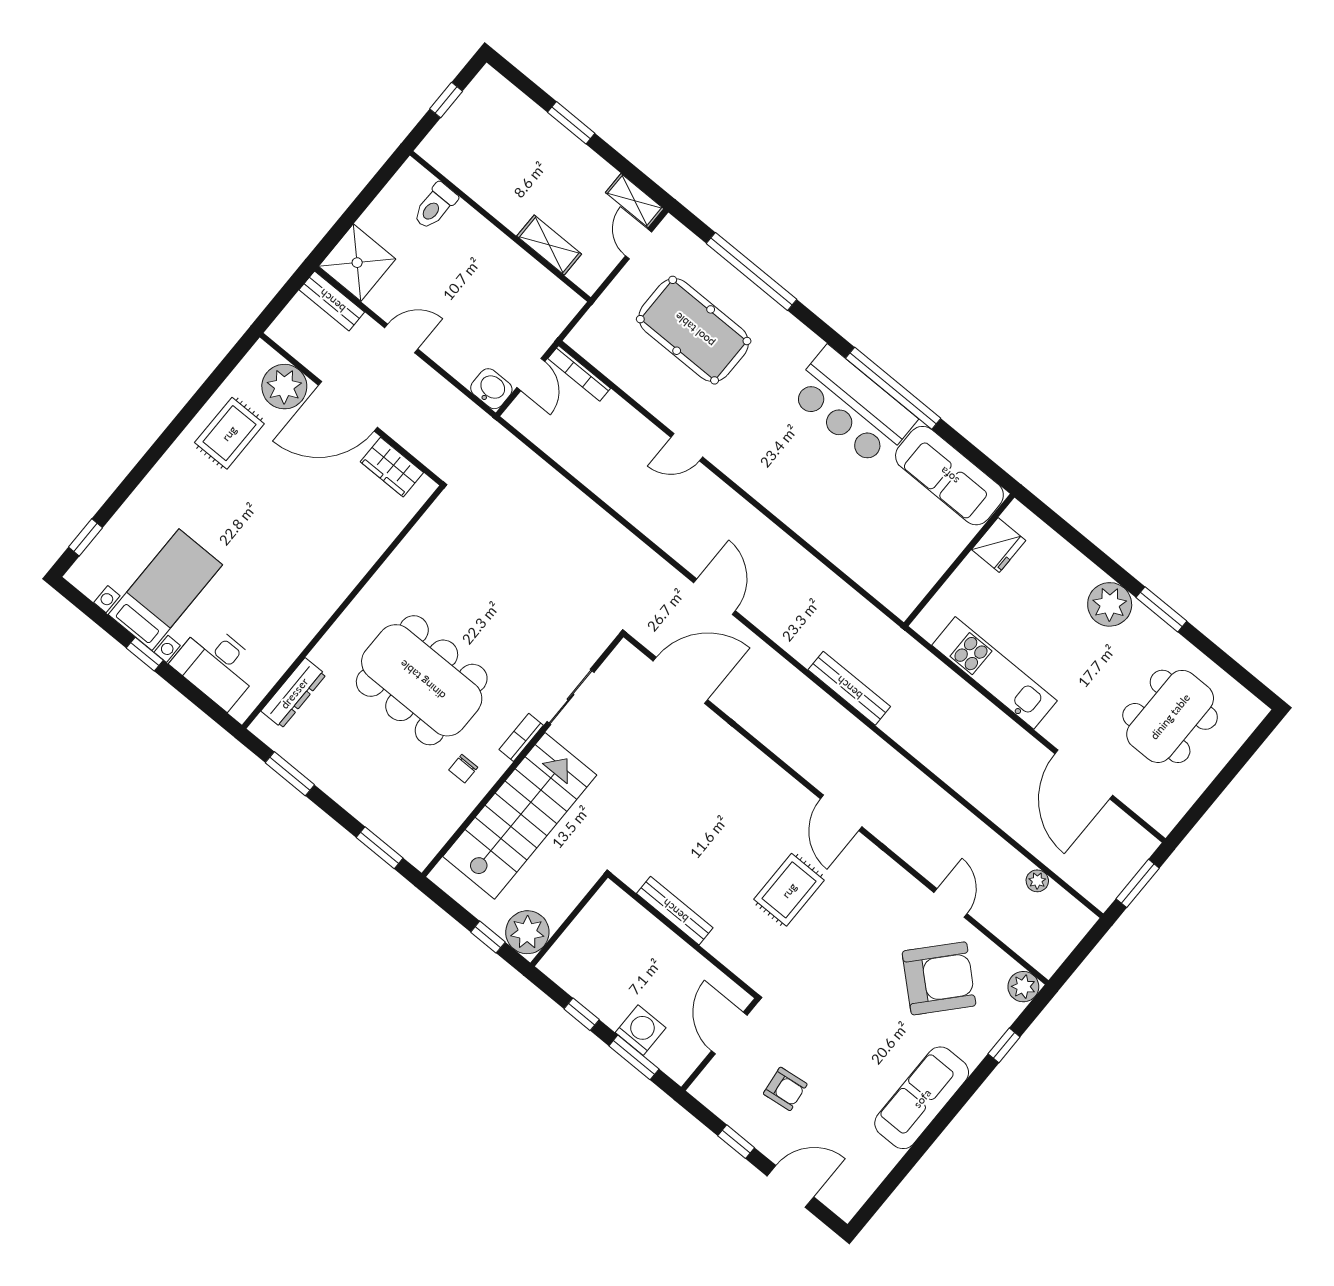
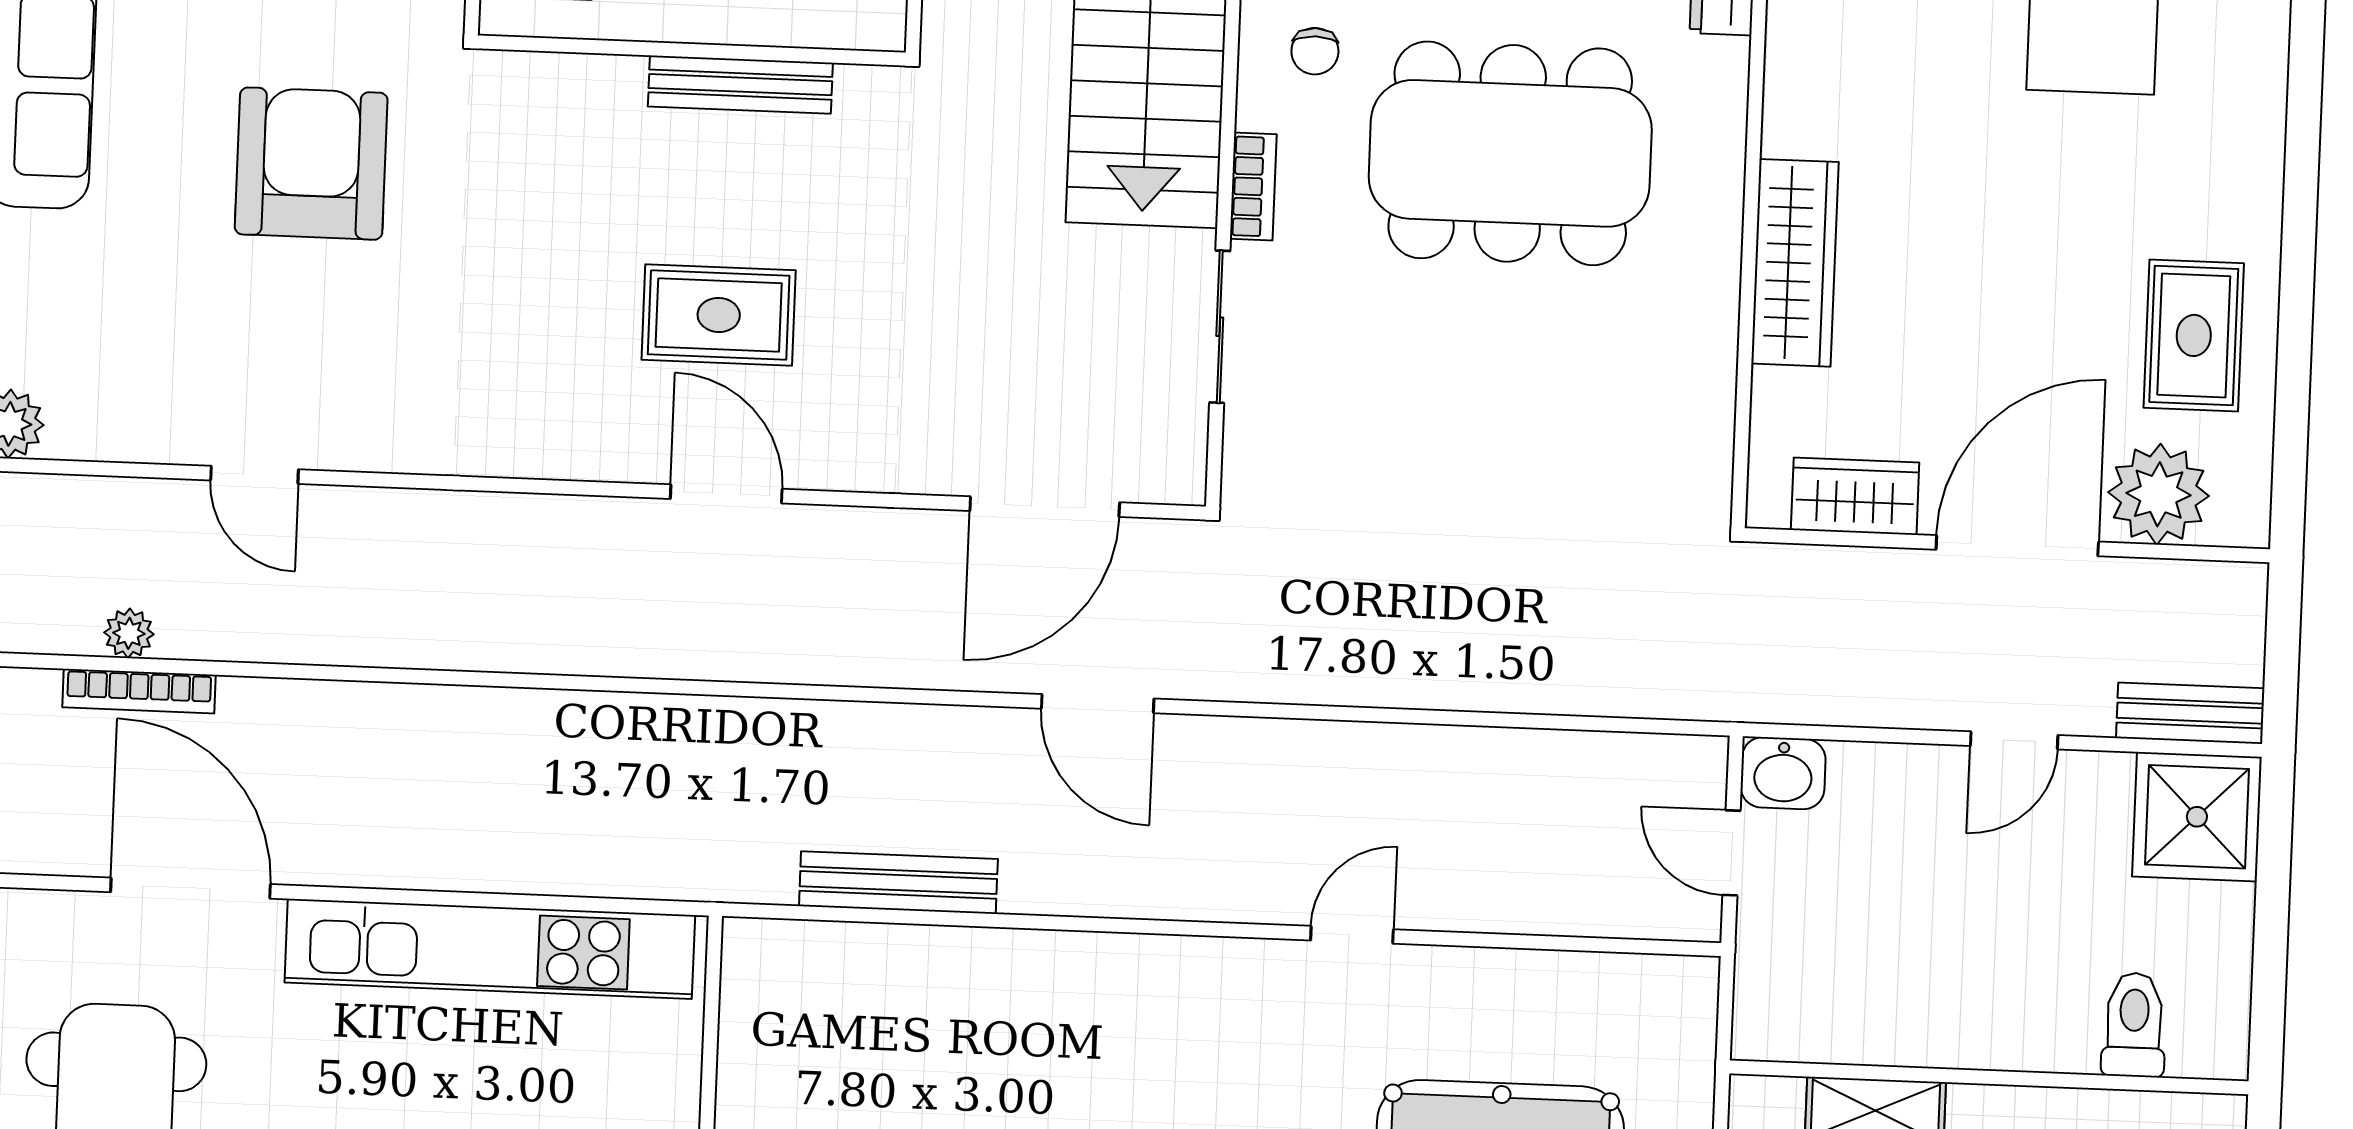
bookcase: (579, 373) -> (139, 691), moved, turned 180
wardrobe: (351, 566) -> (1795, 263), added
kitchen unit: (994, 673) -> (490, 949), width x1.36
bench: (849, 688) -> (898, 883), moved
chair: (463, 769) -> (1315, 51), turned 180
door: (841, 813) -> (726, 494), moved
rug: (789, 890) -> (719, 315), moved, turned 90
armchair: (939, 978) -> (311, 164), moved, turned 138

